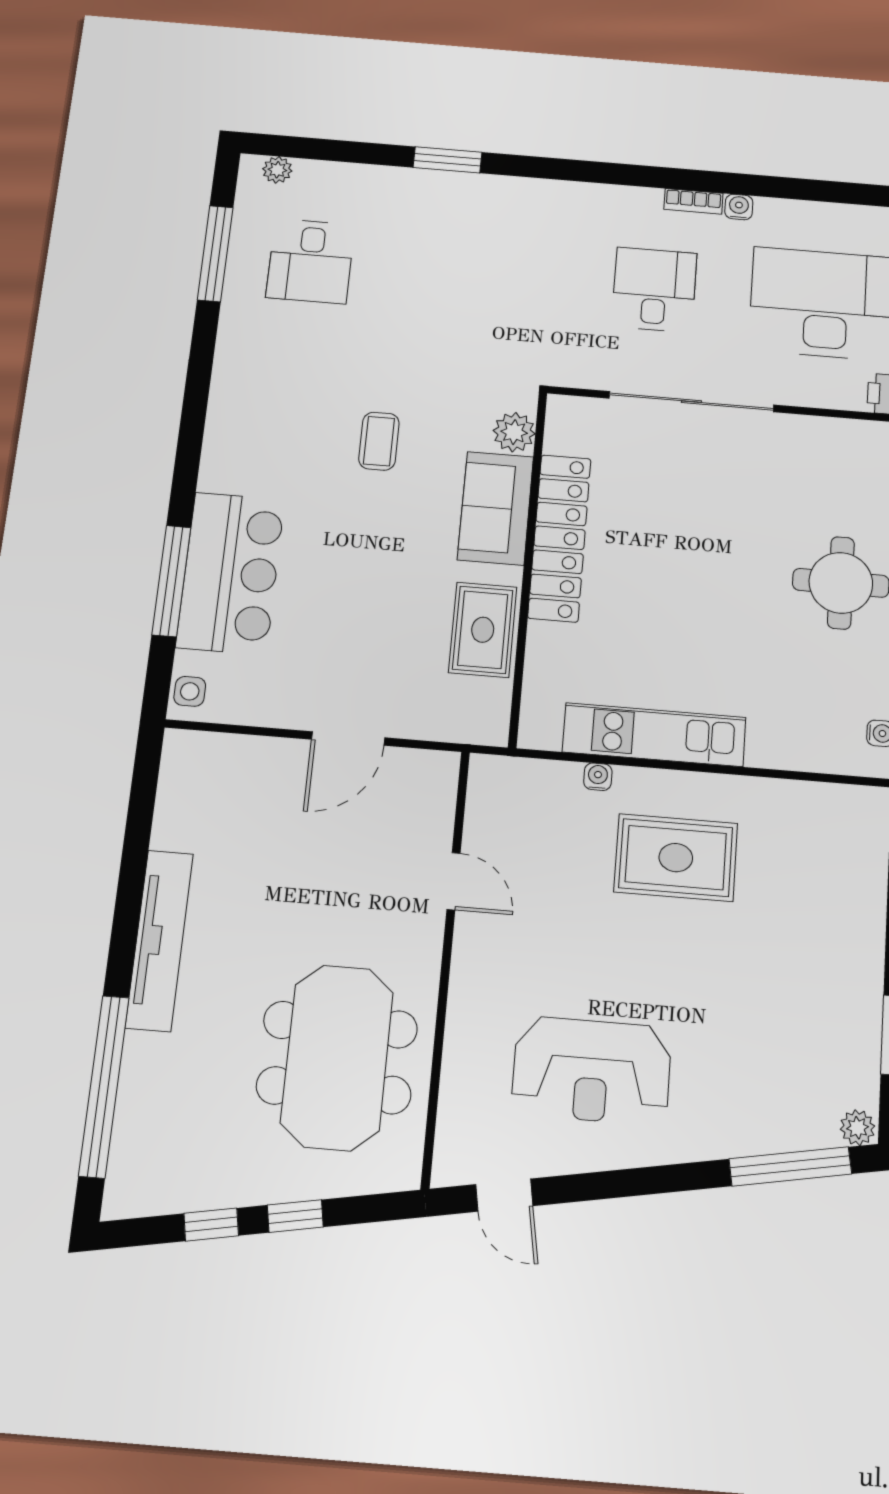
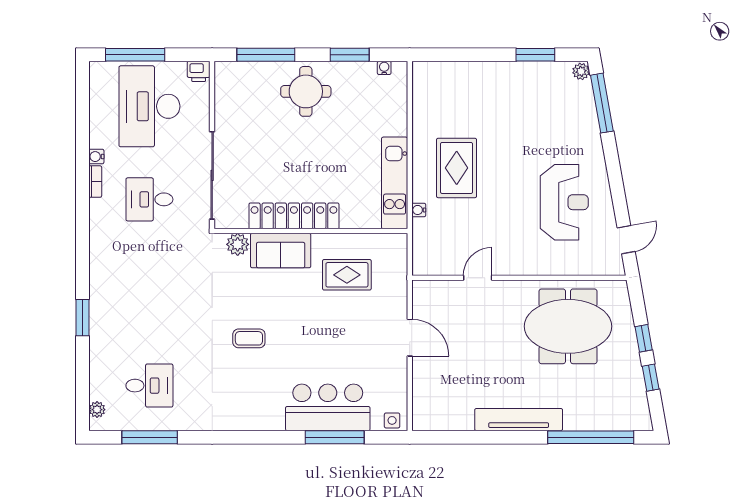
plant: (514, 432) -> (238, 244), moved
sofa: (496, 508) -> (281, 251), moved
locker: (559, 538) -> (294, 216), moved
wall: (528, 566) -> (311, 231), moved

